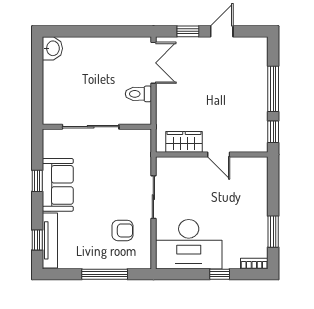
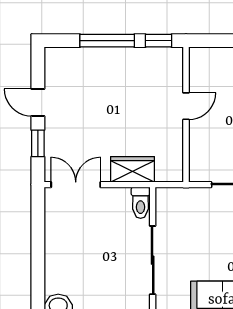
toilet: (138, 94) -> (141, 203), moved
wardrobe: (184, 142) -> (133, 169), moved, turned 90

